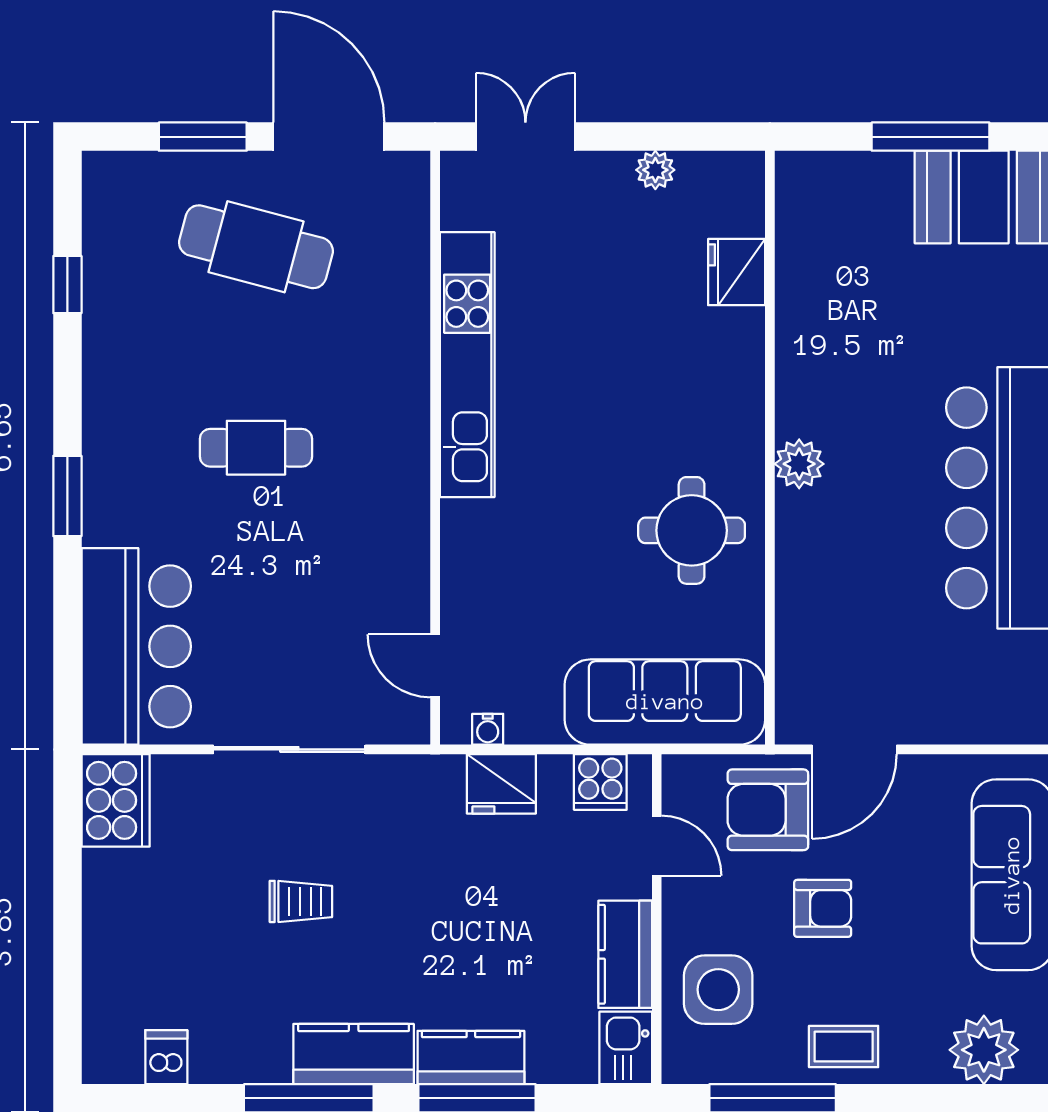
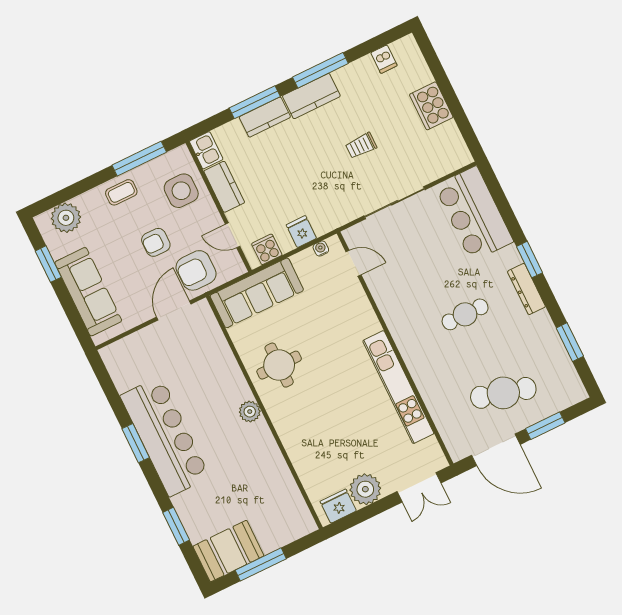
plant: (655, 170) -> (365, 489), width x1.88, depth x1.88
fridge: (737, 272) -> (338, 506), moved, turned -90
window: (67, 285) -> (570, 342), width x1.50
dresser: (104, 438) -> (526, 289), added
fridge: (501, 784) -> (301, 232), width x0.72
cooker: (116, 800) -> (431, 106), moved
armchair: (768, 810) -> (196, 270), turned 180

